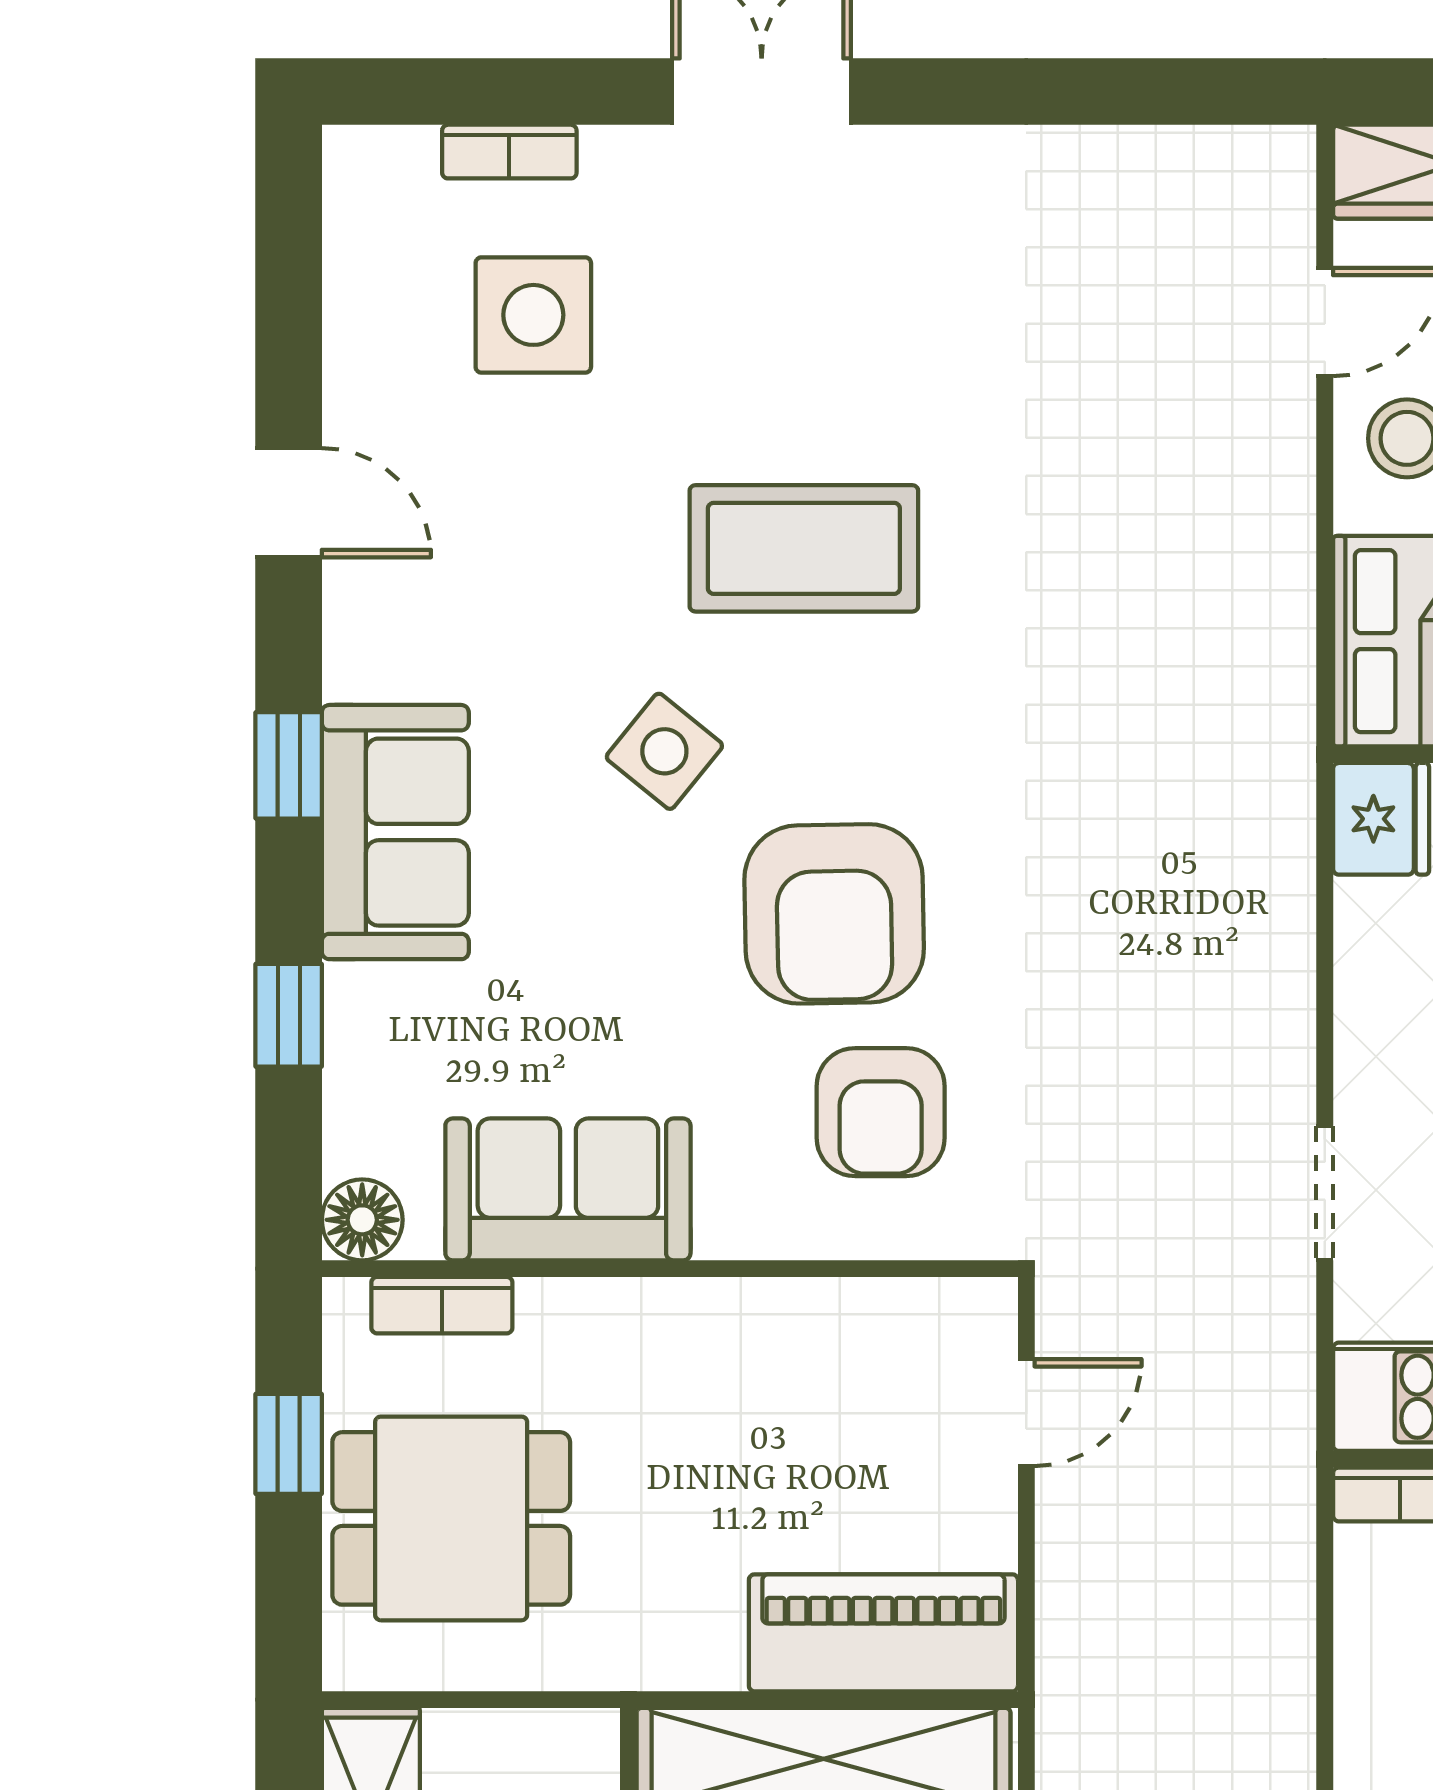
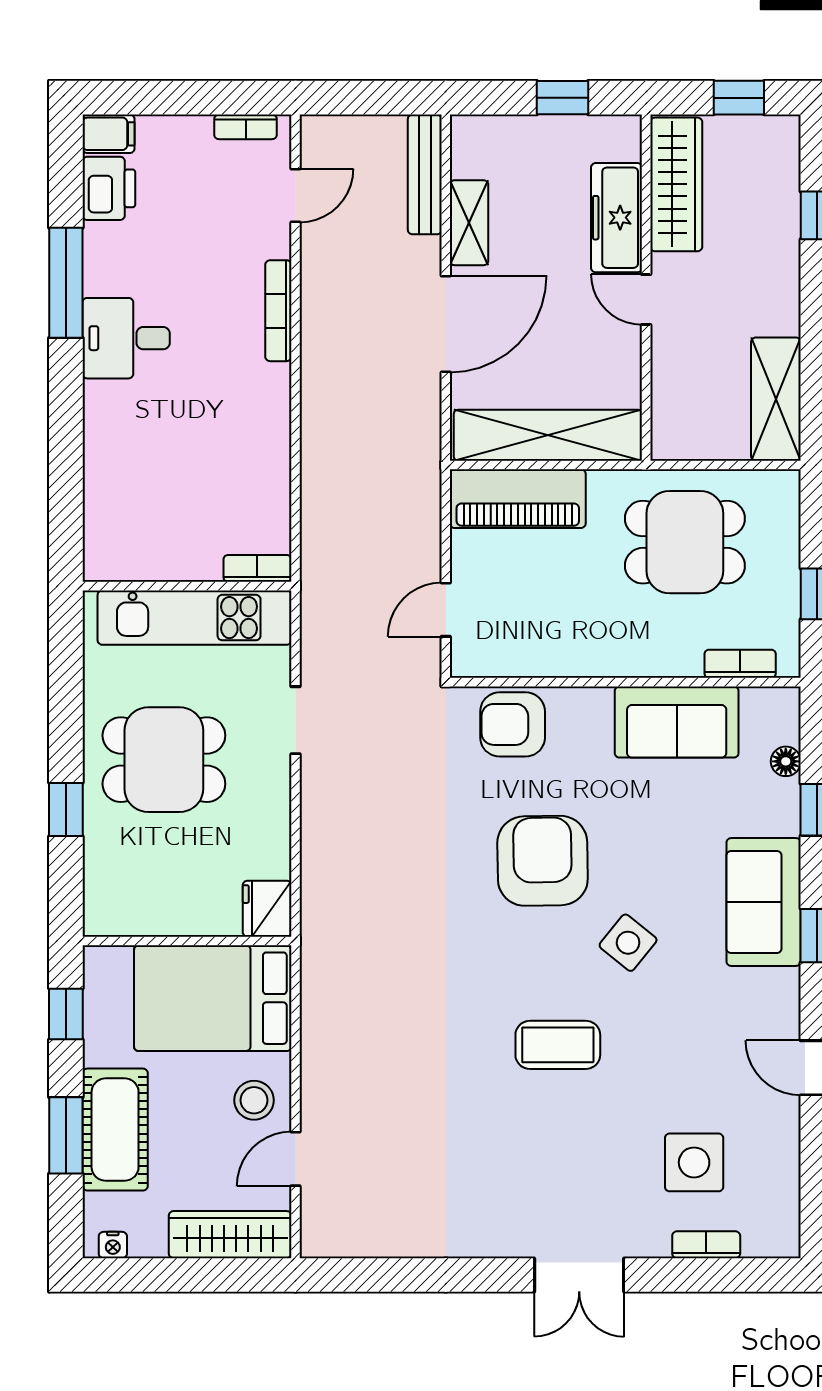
coffee table: (804, 548) -> (558, 1045), width x0.73, depth x0.76
armchair: (881, 1112) -> (513, 724), moved, turned -90
floor lamp: (362, 1220) -> (786, 761), moved, width x0.73, depth x0.73
dining table: (451, 1518) -> (685, 542), moved

